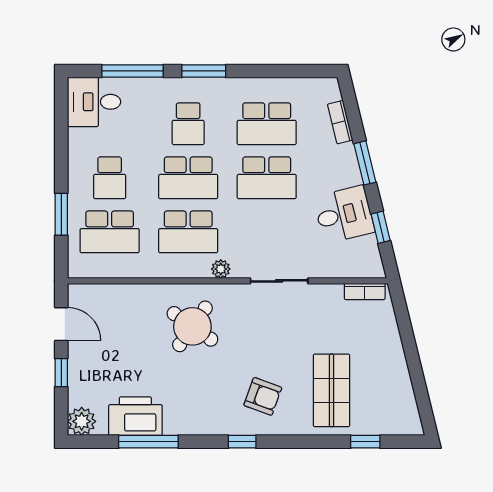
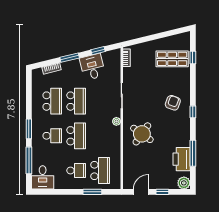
school desk: (188, 232) -> (100, 136), removed
shop shelf: (332, 390) -> (172, 59), moved

